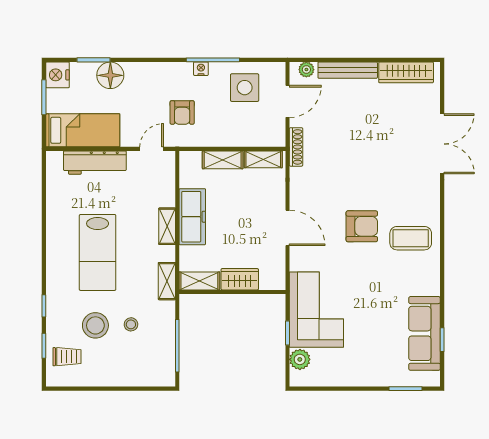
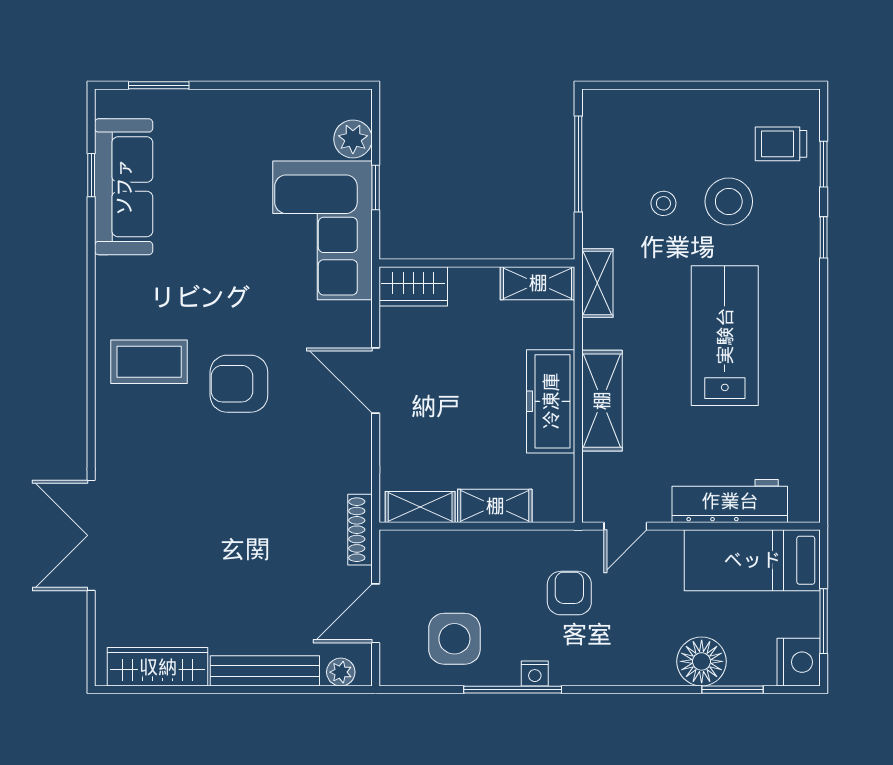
shelving: (167, 226) -> (602, 401), width x1.50, depth x1.33
wardrobe: (240, 279) -> (413, 286), moved

